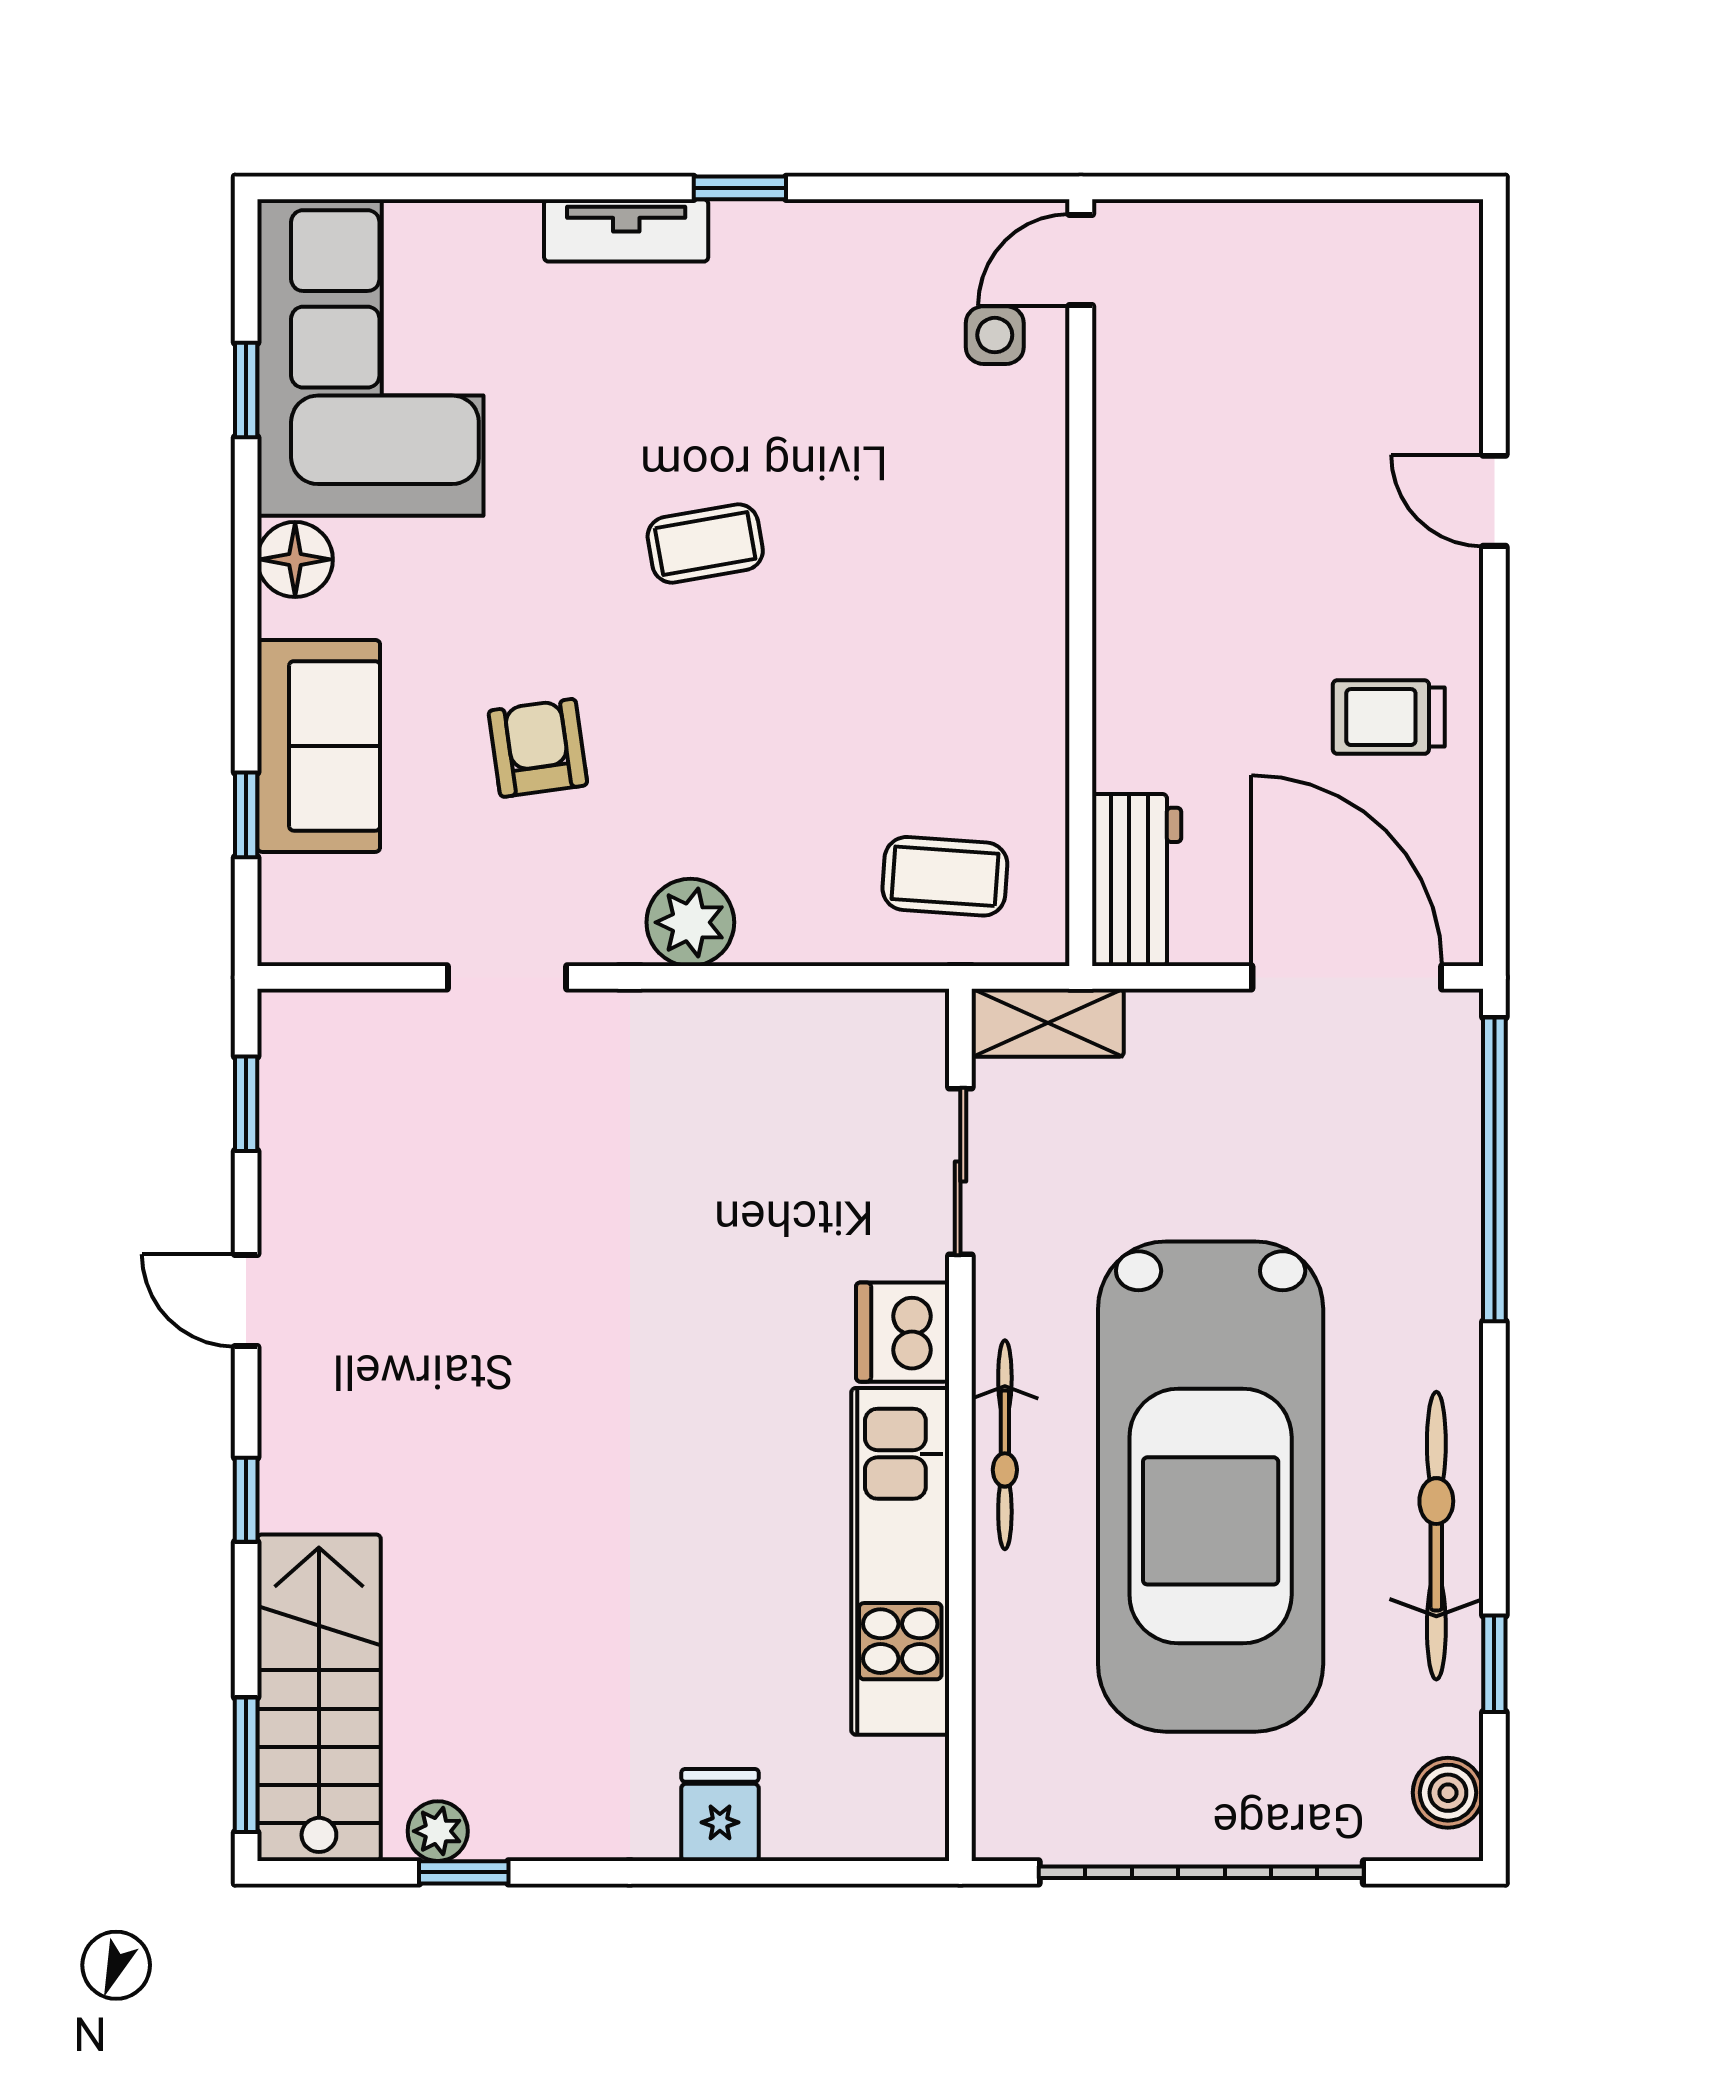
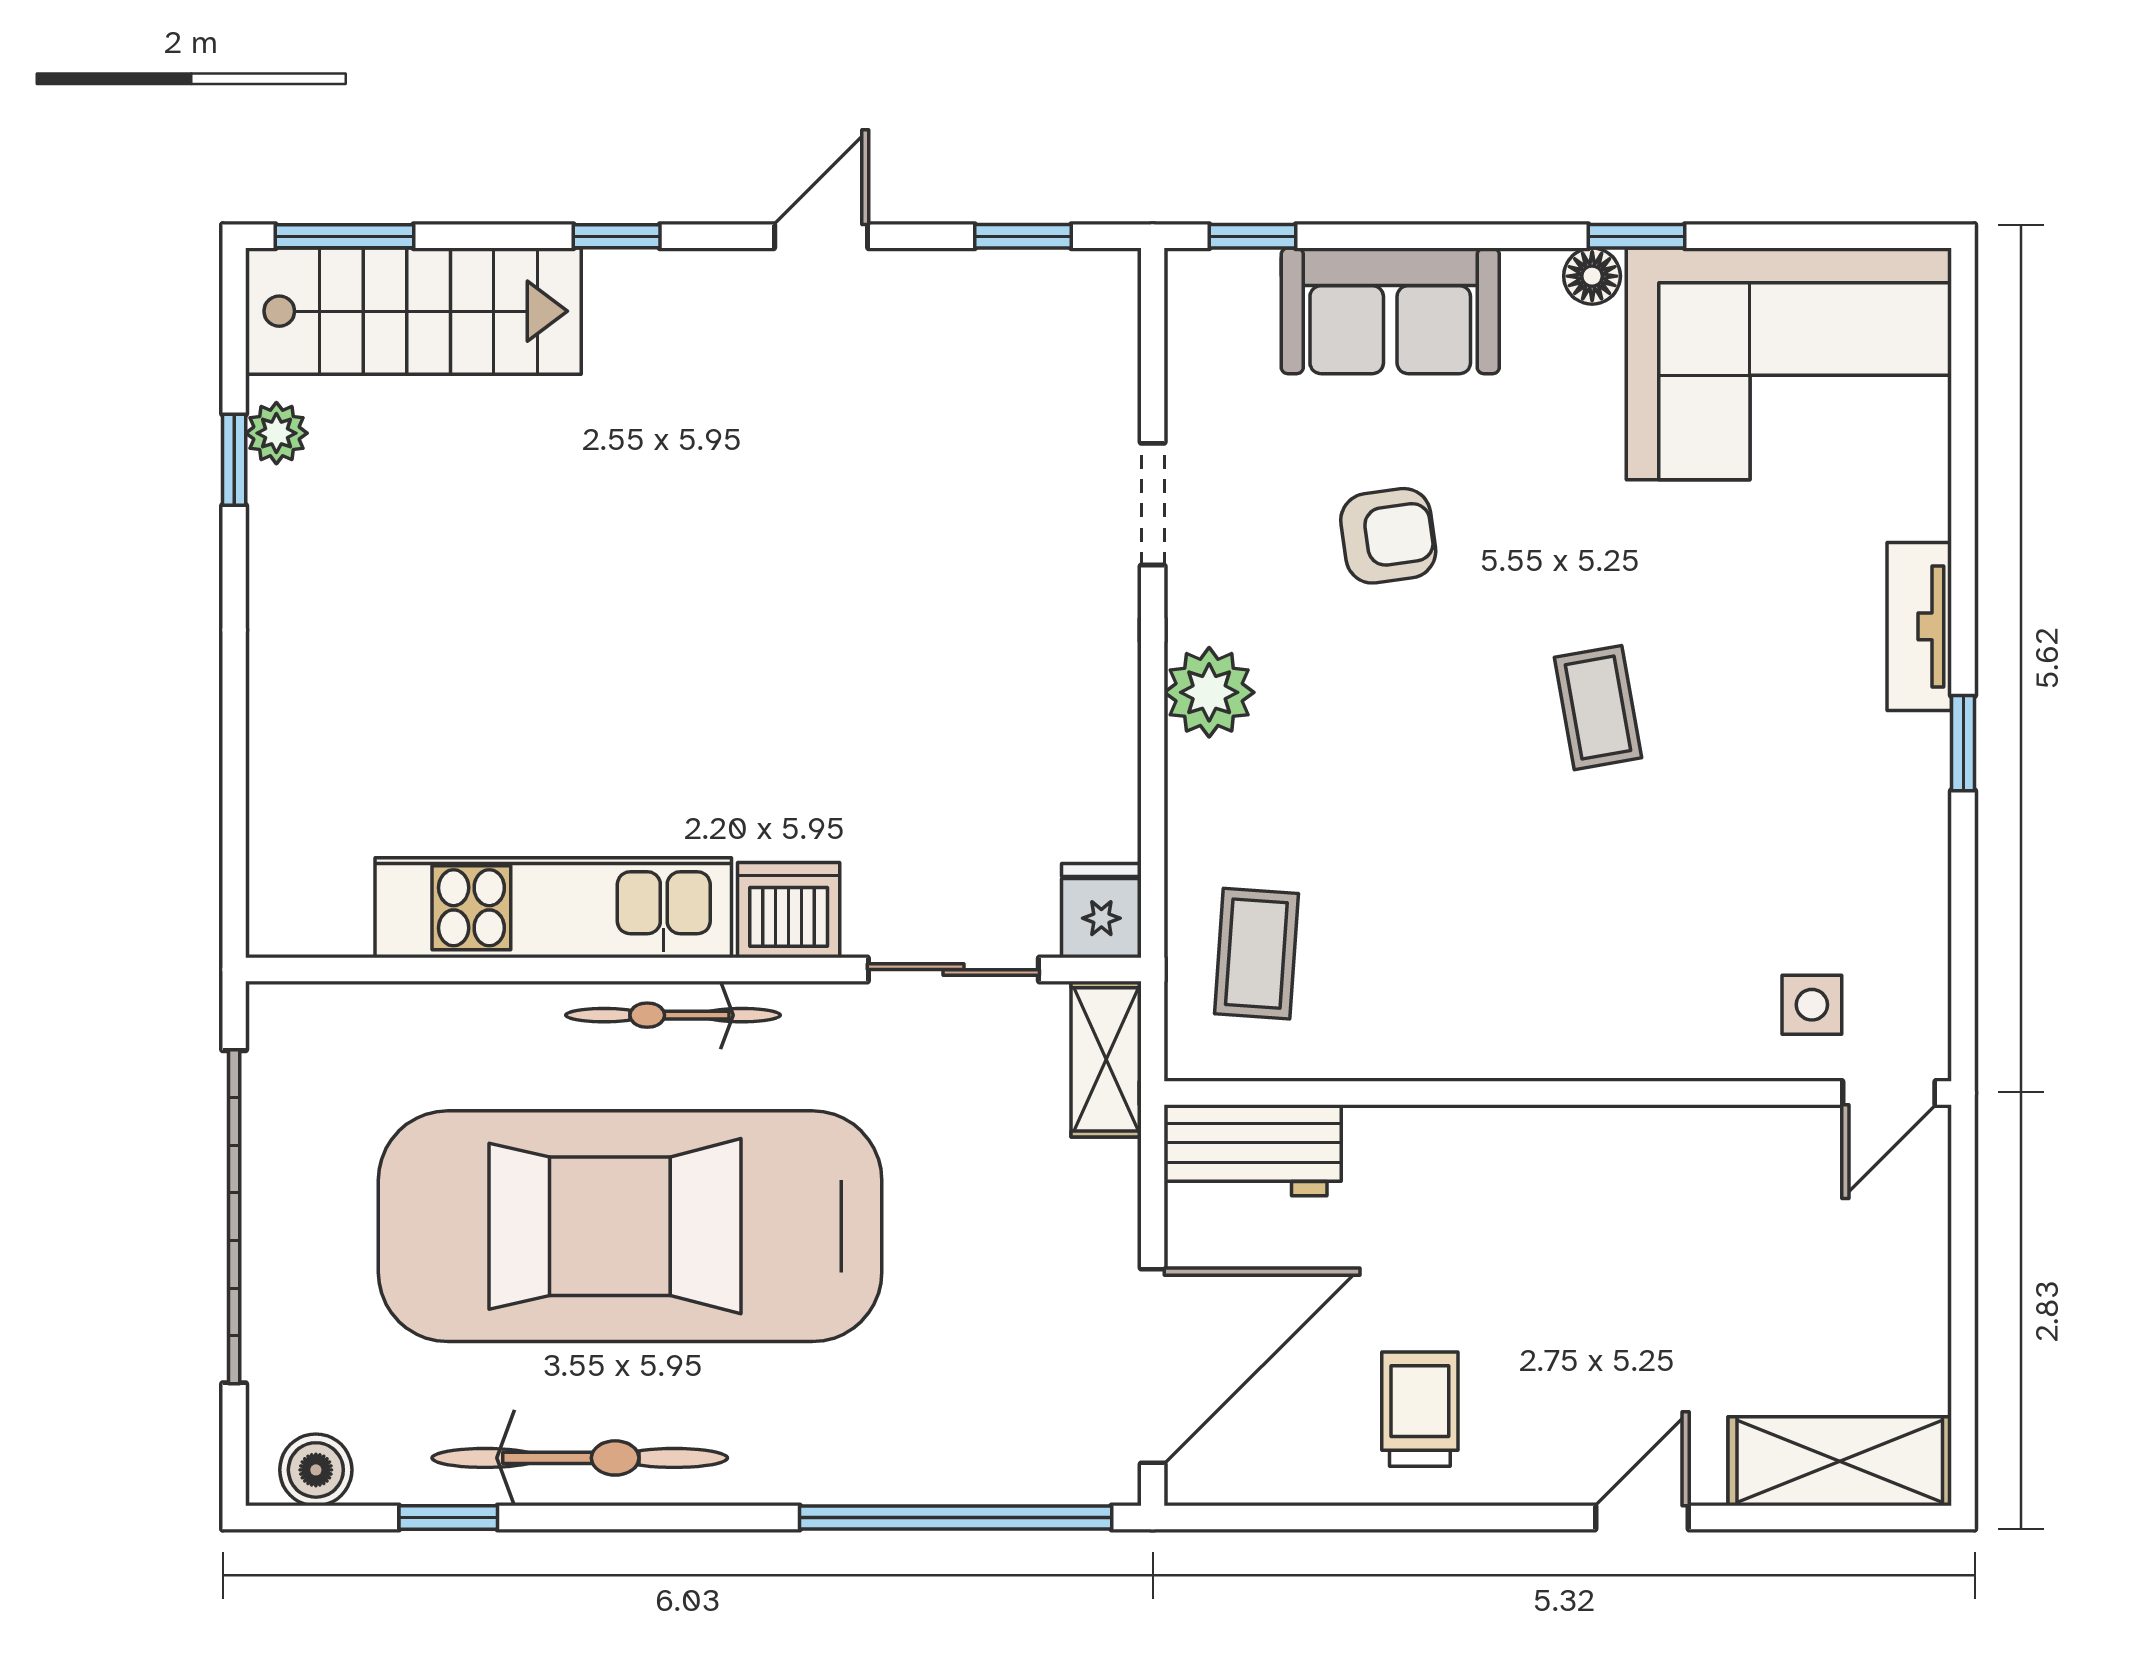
door: (1081, 260) -> (1889, 1093), swing flipped
shelving: (1440, 308) -> (1840, 1461), added
window: (246, 390) -> (1636, 236), moved
floor lamp: (295, 559) -> (1592, 276), width x0.73, depth x0.73
window: (246, 815) -> (1252, 236), moved
fridge: (720, 1815) -> (1101, 911), moved, turned -90

